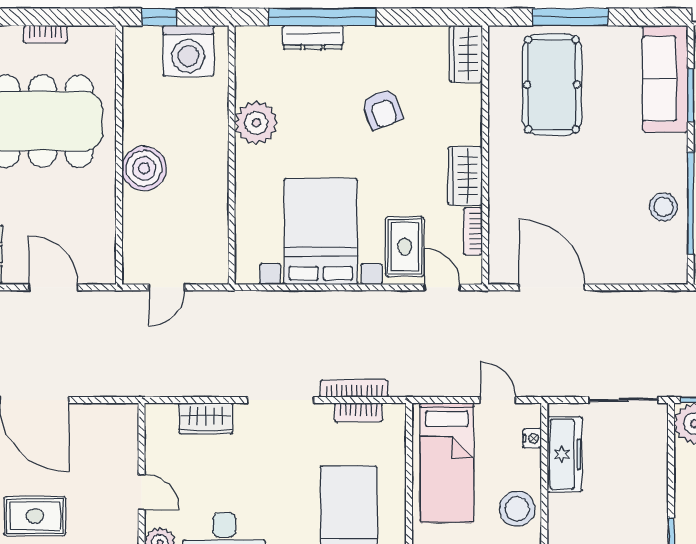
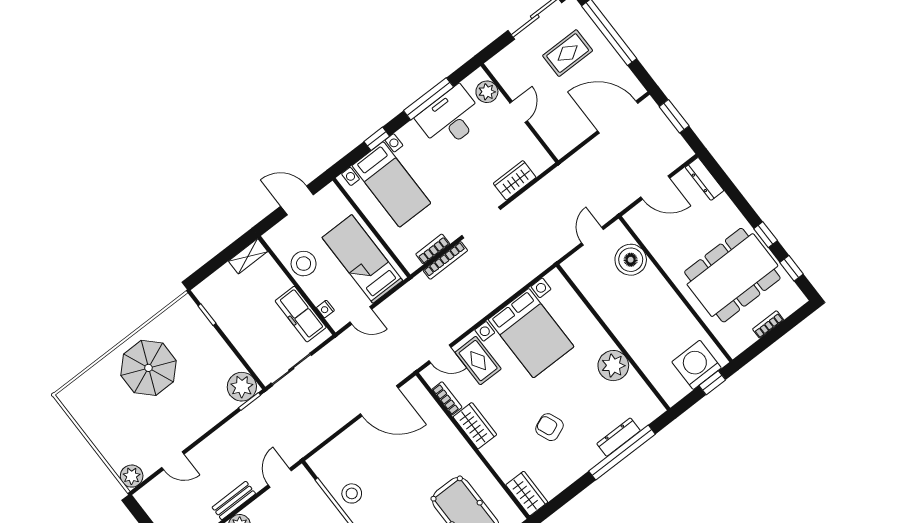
washing machine: (188, 51) -> (697, 365), moved
boiler: (144, 168) -> (631, 260), moved
door: (142, 492) -> (519, 112), swing flipped

